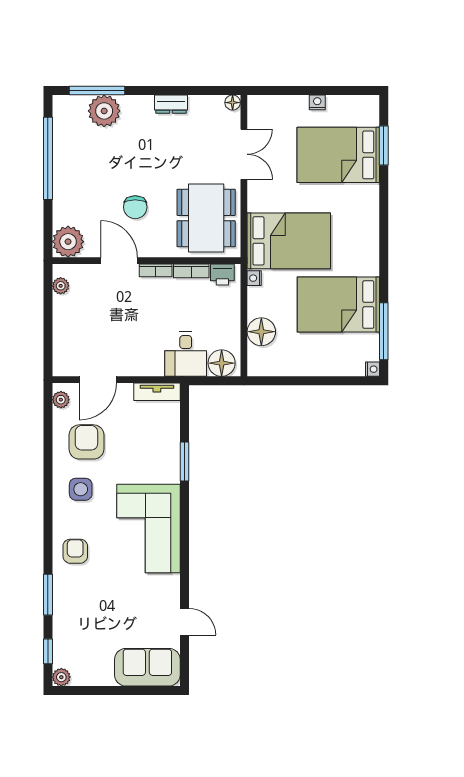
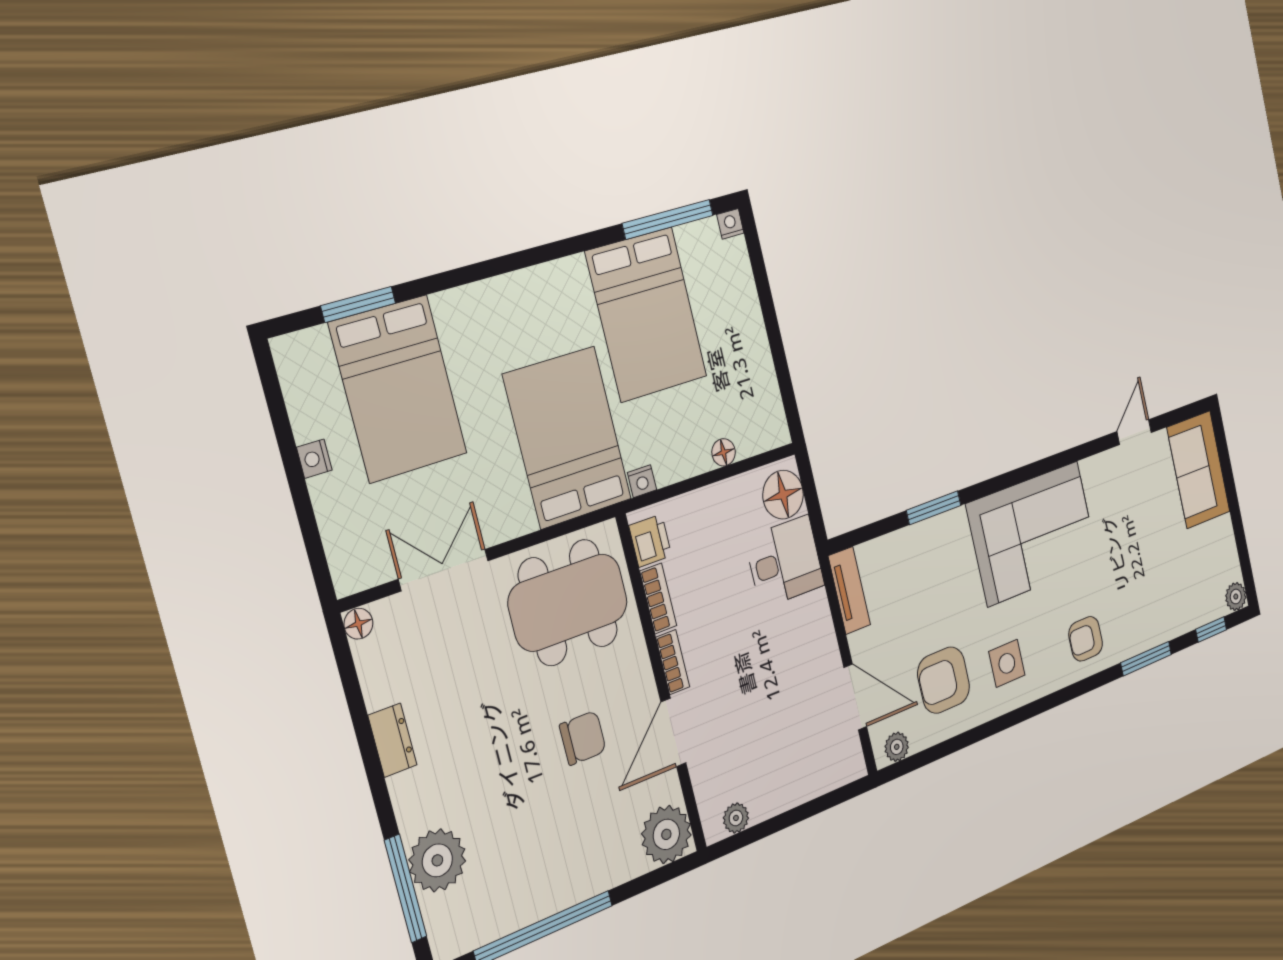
floor lamp: (261, 332) -> (724, 452), width x0.53, depth x0.53

